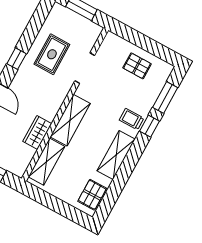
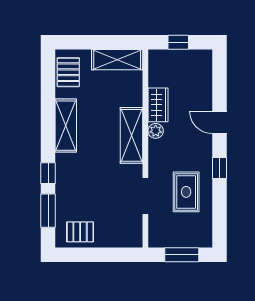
pallet: (137, 66) -> (80, 232), moved
plant: (50, 114) -> (156, 131), added
trolley: (132, 119) -> (70, 170), removed
shelving: (47, 162) -> (117, 60), moved, turned 90

